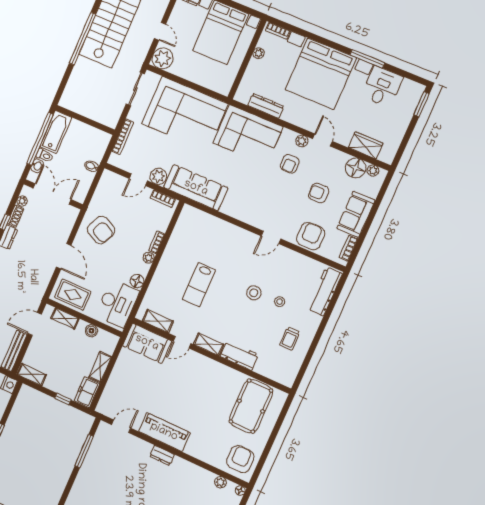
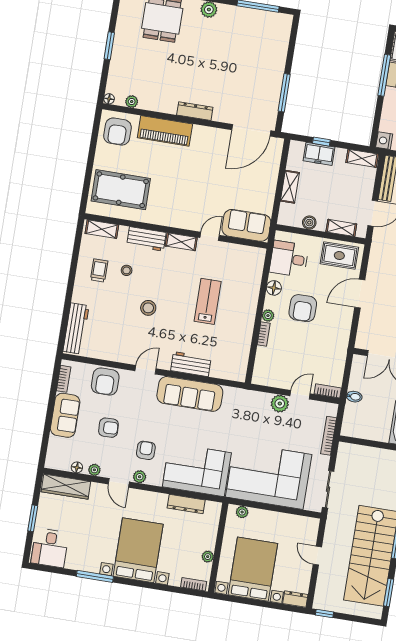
plant: (163, 58) -> (242, 512), moved, width x0.53, depth x0.53
bed with nightstands: (321, 74) -> (138, 550), width x0.73
desk: (382, 87) -> (50, 548), moved
window: (421, 104) -> (33, 518), moved
wardrobe: (366, 145) -> (66, 487), width x1.50
floor lamp: (356, 168) -> (77, 467), width x0.53, depth x0.53
plant: (373, 170) -> (94, 470), moved
sofa: (196, 188) -> (190, 394), moved
bookcase: (163, 199) -> (328, 391), moved
armchair: (101, 230) -> (303, 308), moved, turned -116
workbench: (229, 232) -> (191, 364), added
door: (64, 256) -> (360, 294), hinge flipped
stool: (280, 302) -> (127, 270), moved
desk: (117, 303) -> (289, 259), width x0.73
shelving: (158, 321) -> (102, 229), moved
freezer: (87, 392) -> (319, 154), moved, turned 90
pool table: (251, 406) -> (121, 190), turned 90
door: (121, 426) -> (251, 130), width x1.88
piano: (164, 432) -> (165, 131), moved
dresser: (162, 455) -> (195, 111), width x1.44

